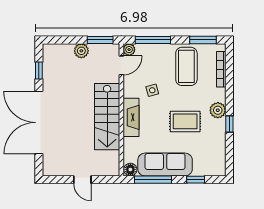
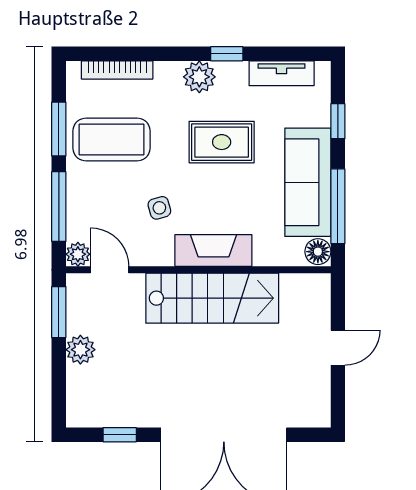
window: (203, 40) -> (59, 129), moved
rug: (185, 121) -> (222, 142), turned 90
tv unit: (220, 151) -> (282, 73), added

